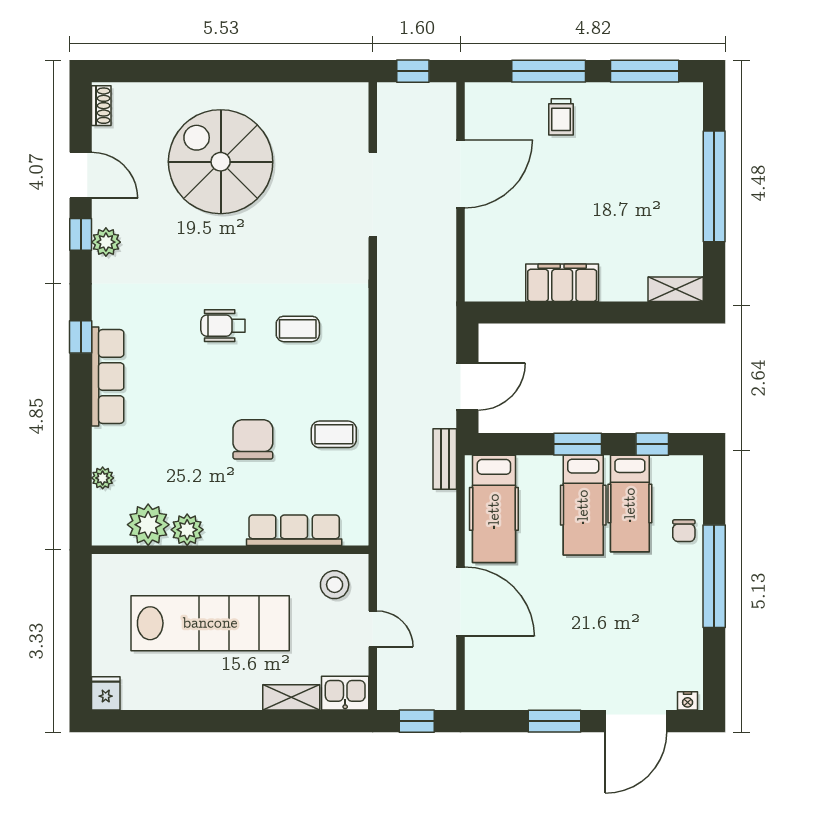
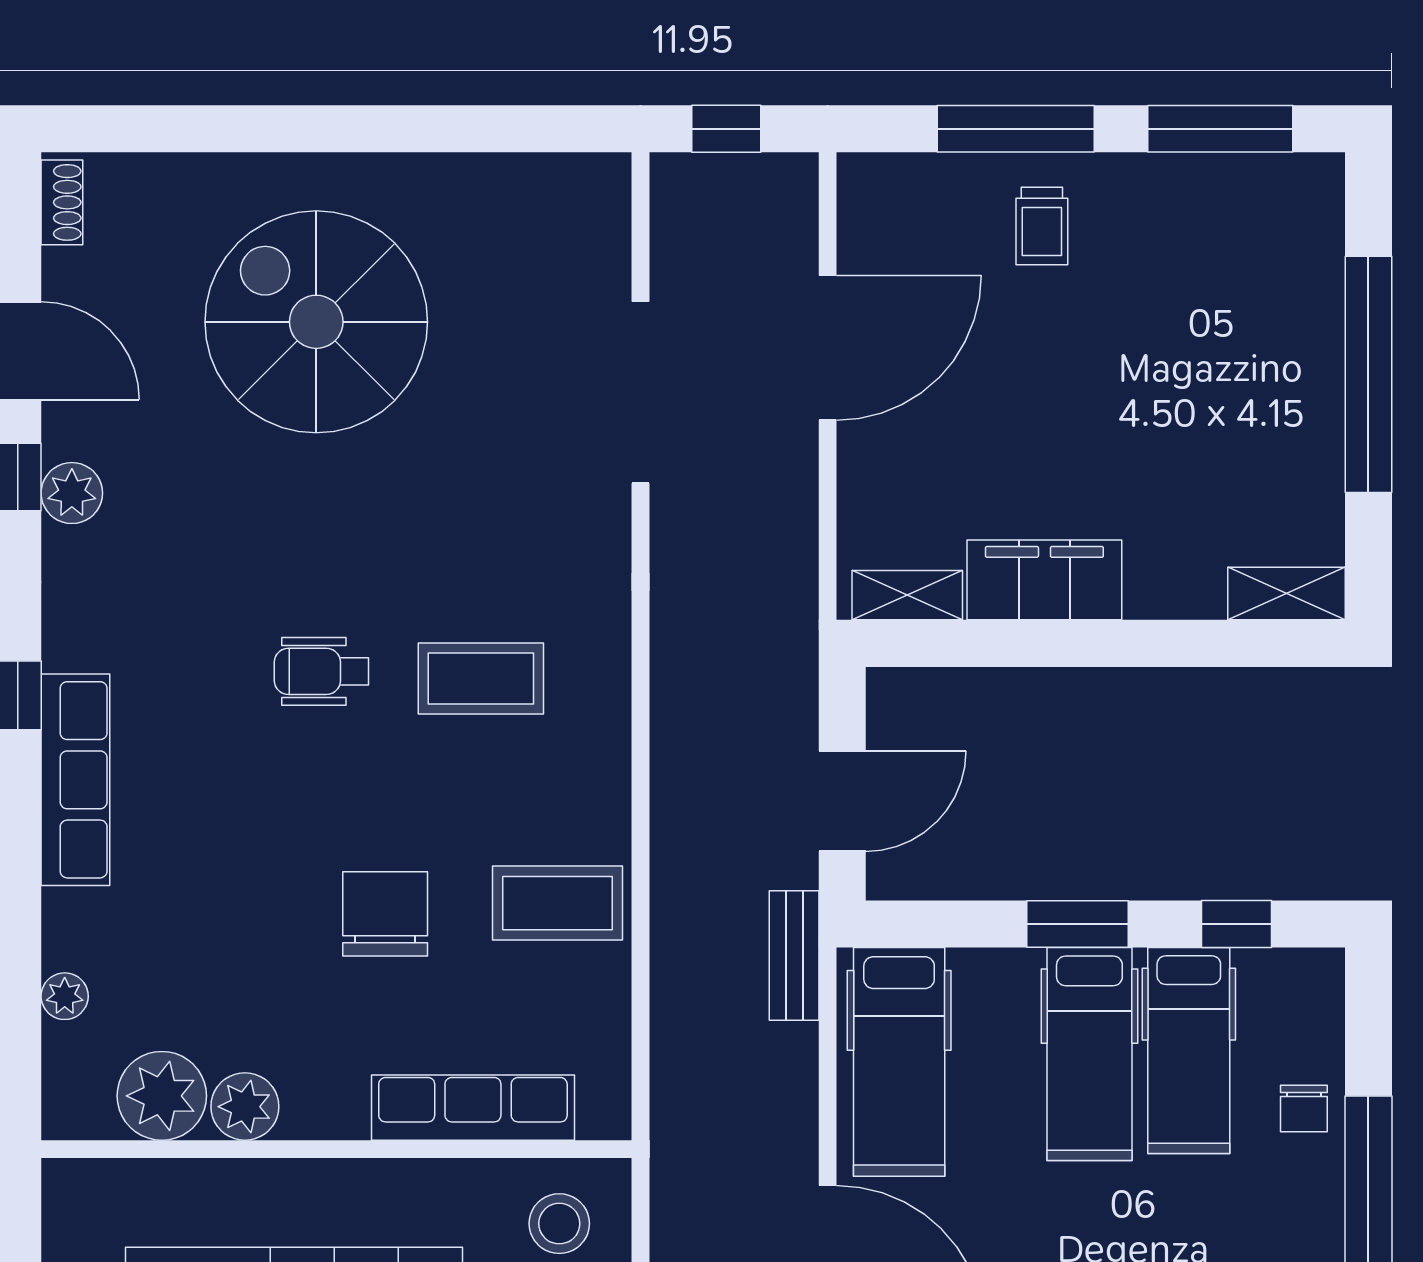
shelving: (498, 290) -> (907, 595), added
coffee table: (298, 329) -> (481, 679), width x1.36, depth x1.30
coffee table: (334, 434) -> (558, 903), width x1.36, depth x1.30

